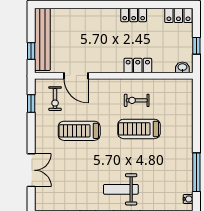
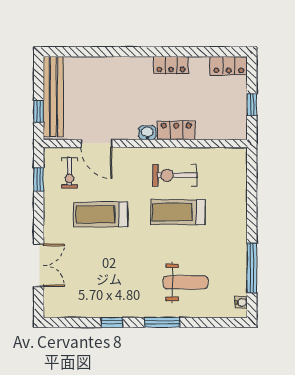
washbasin: (182, 67) -> (147, 133), moved
exercise bike: (137, 100) -> (175, 175), width x1.38, depth x1.39
weight bench: (121, 189) -> (186, 282), moved, turned 180

